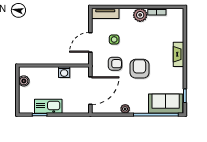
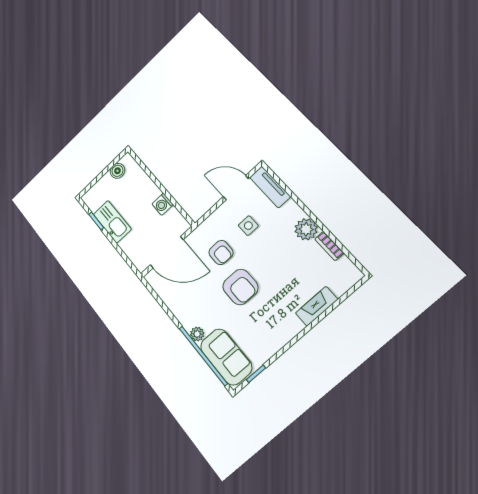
door: (90, 42) -> (236, 188), moved
fireplace: (178, 54) -> (317, 306), moved
armchair: (139, 69) -> (240, 287), turned 90
plant: (125, 109) -> (197, 334), moved

